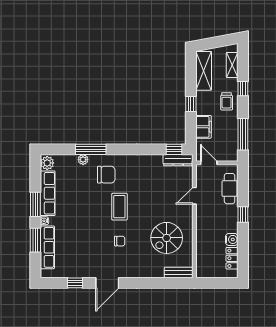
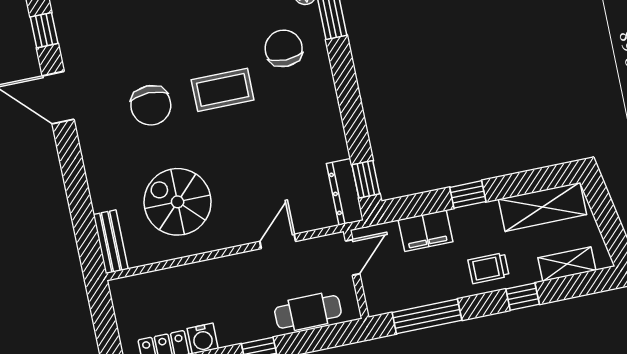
chair: (106, 175) -> (284, 48), turned 180
door: (194, 196) -> (278, 241), hinge flipped
chair: (120, 241) -> (151, 105), width x1.87, depth x1.87

